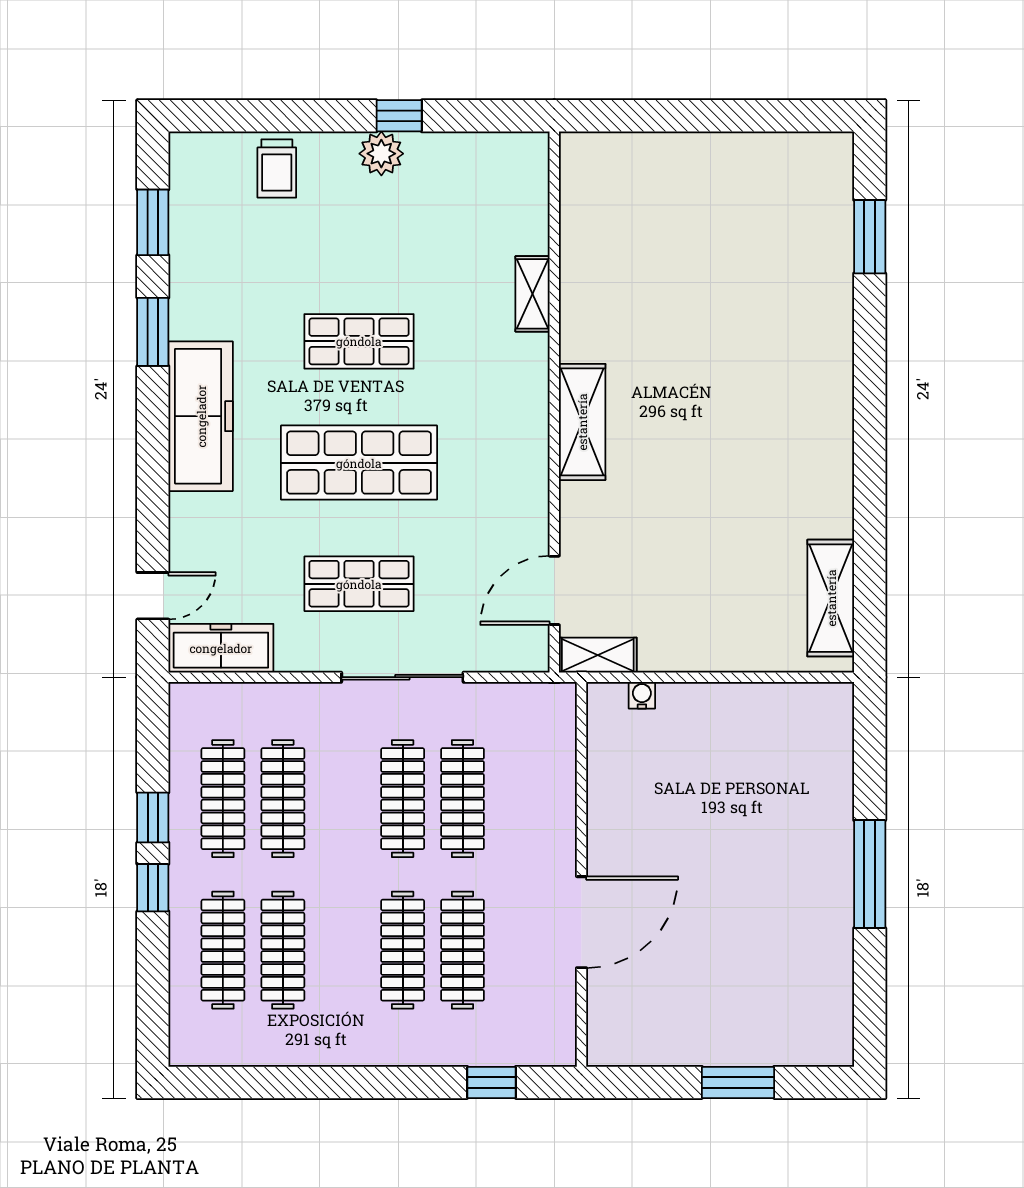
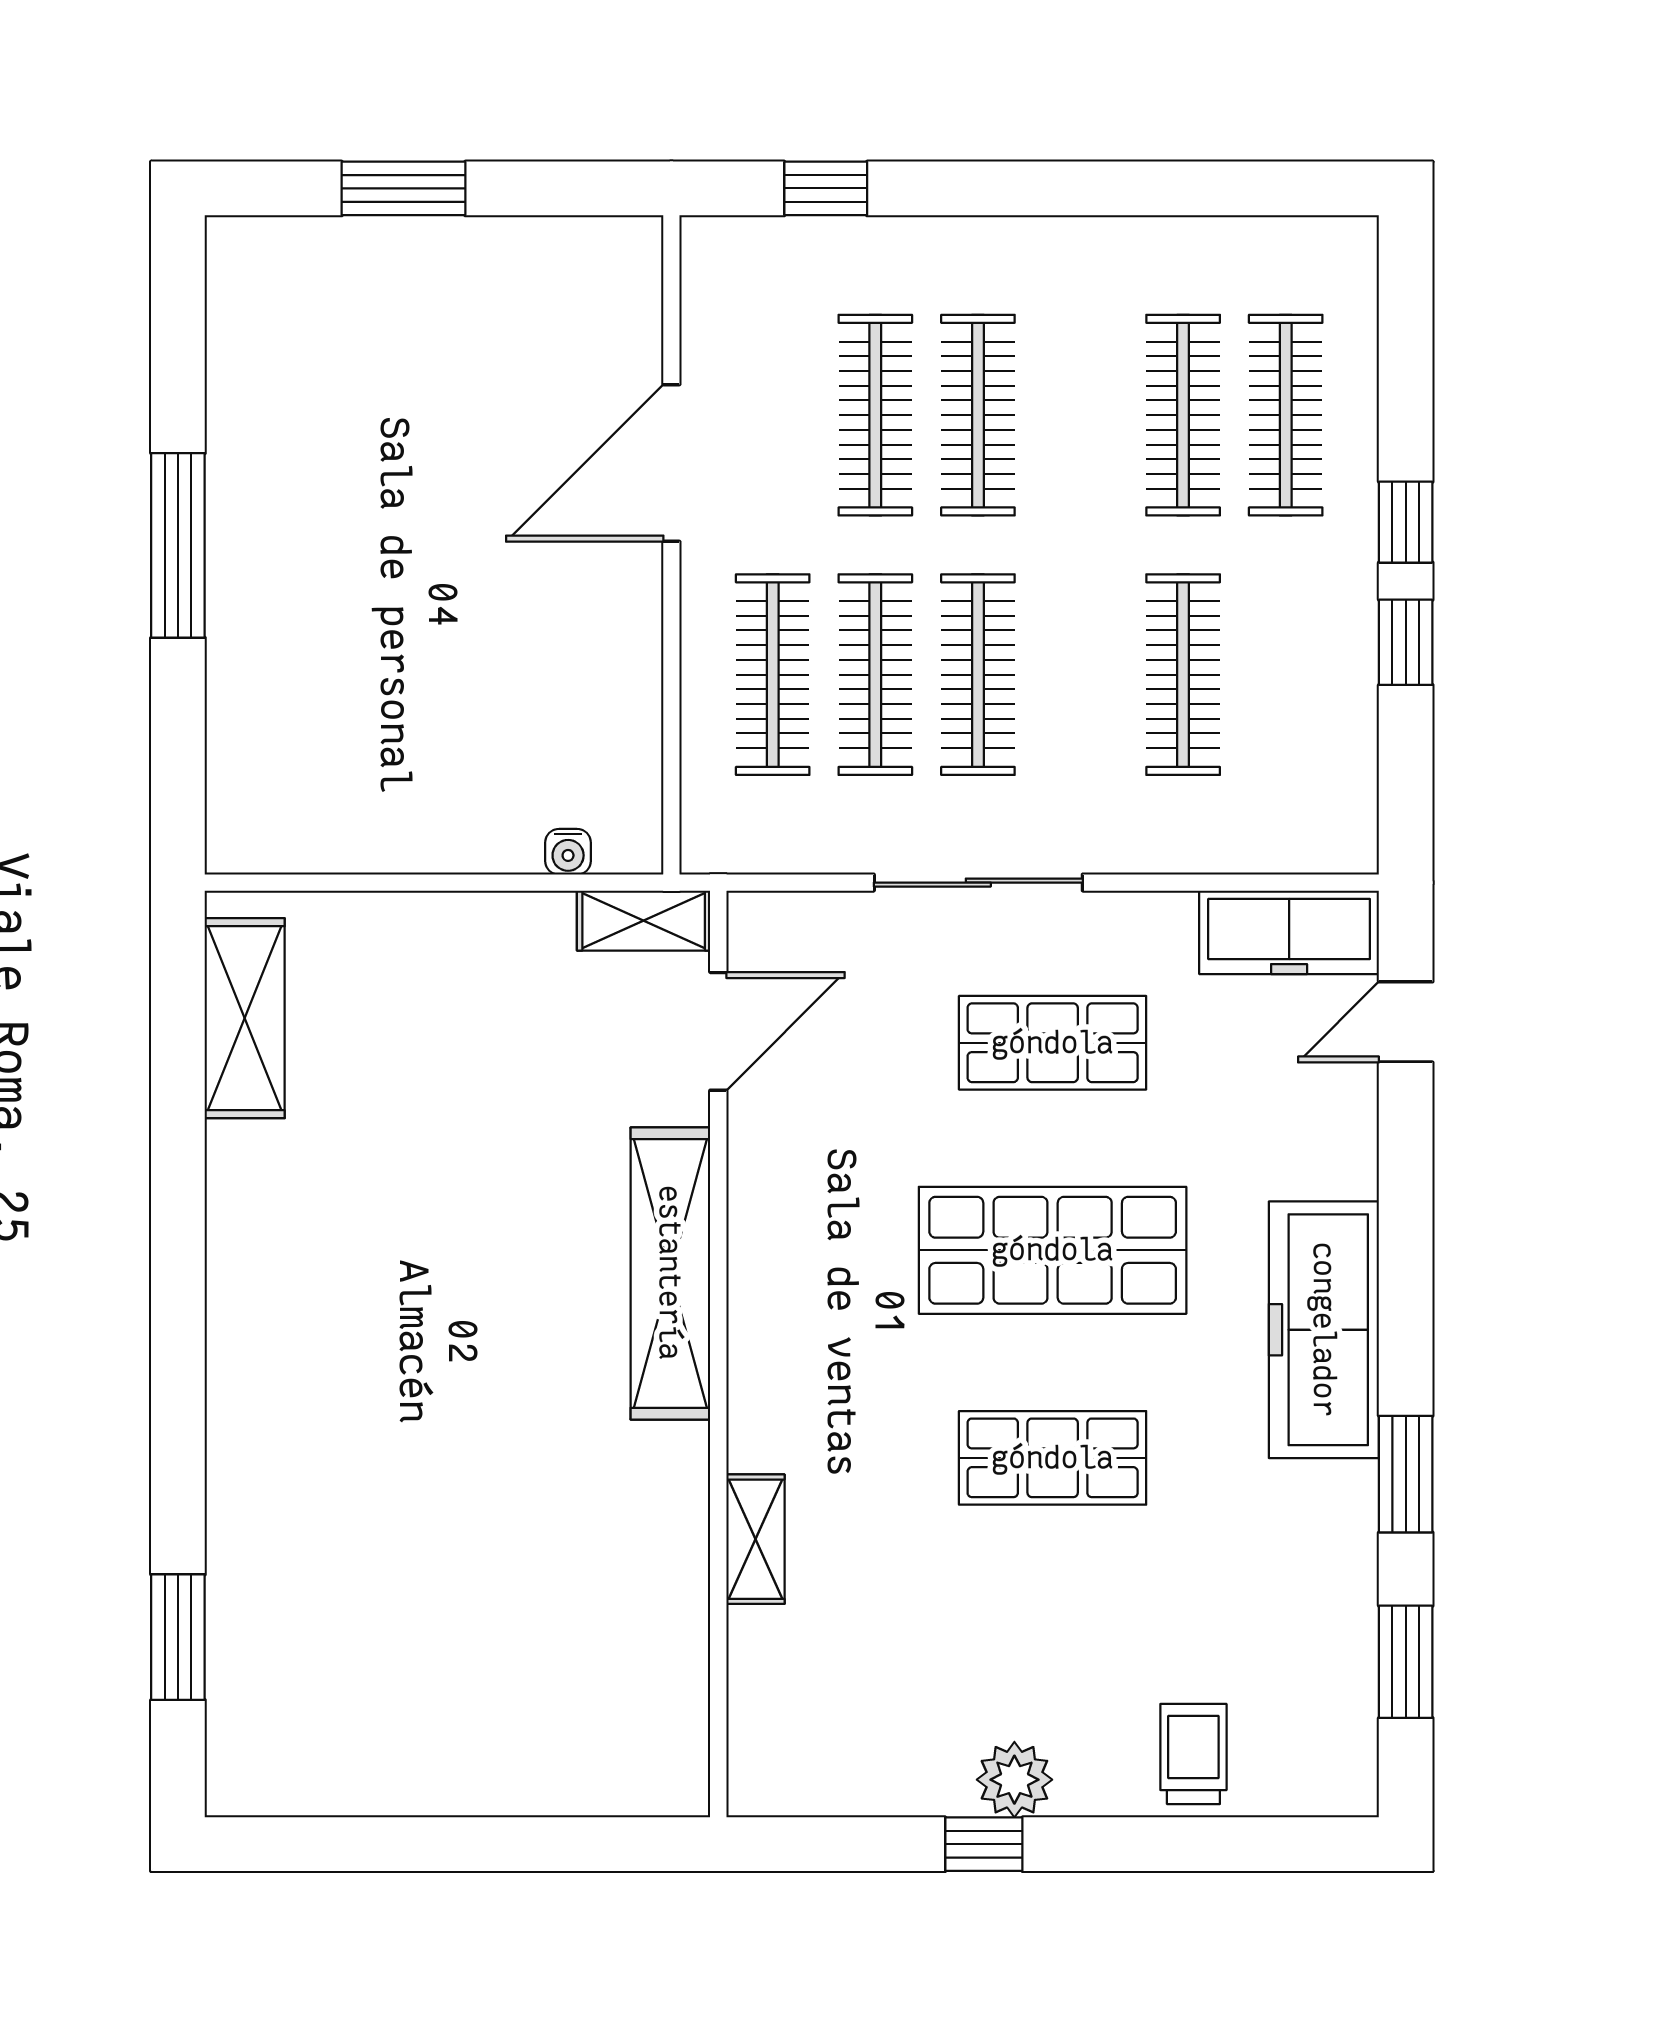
shelving: (582, 422) -> (670, 1273), width x1.47
clothes rail: (223, 799) -> (773, 675), moved

